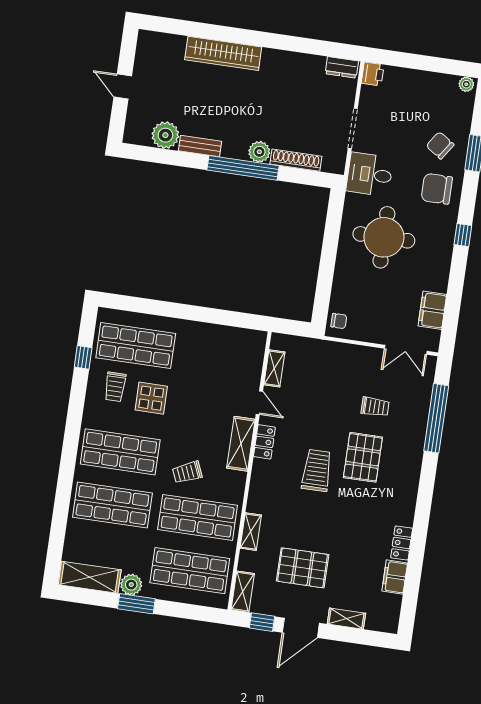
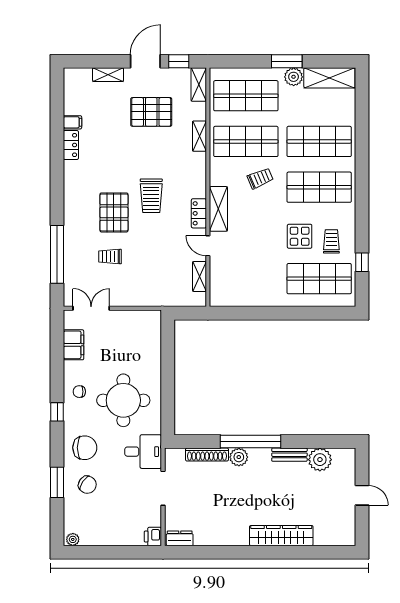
chair: (339, 321) -> (79, 392), moved
filing cabinet: (395, 577) -> (73, 122), width x0.50

